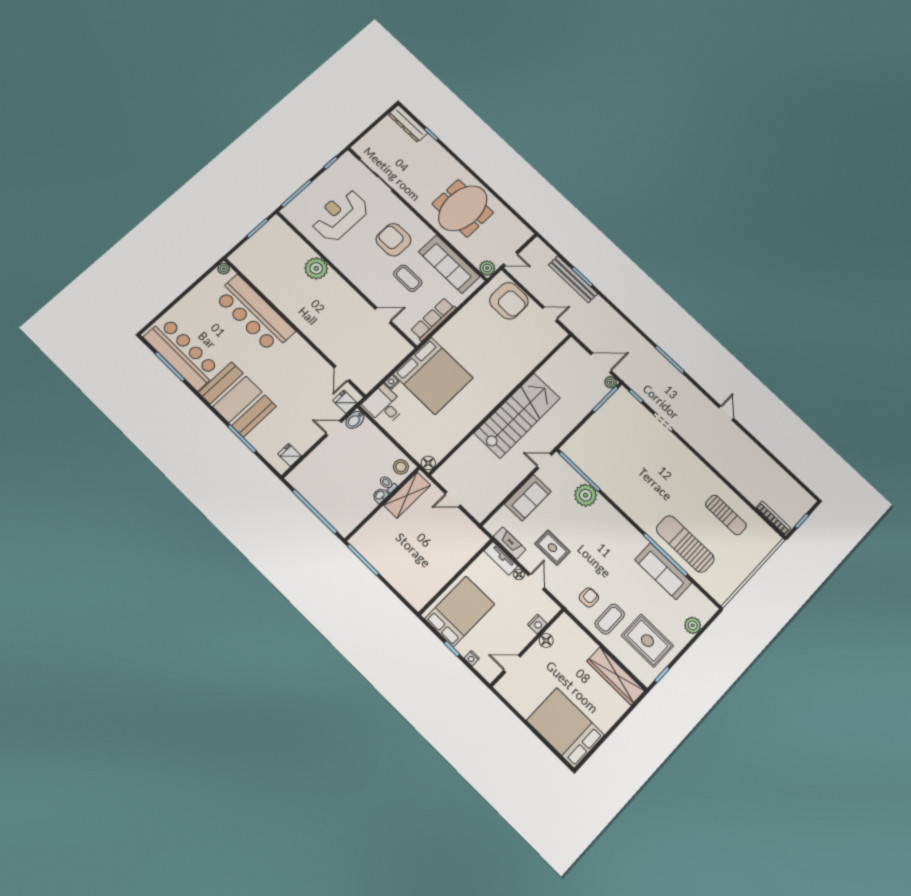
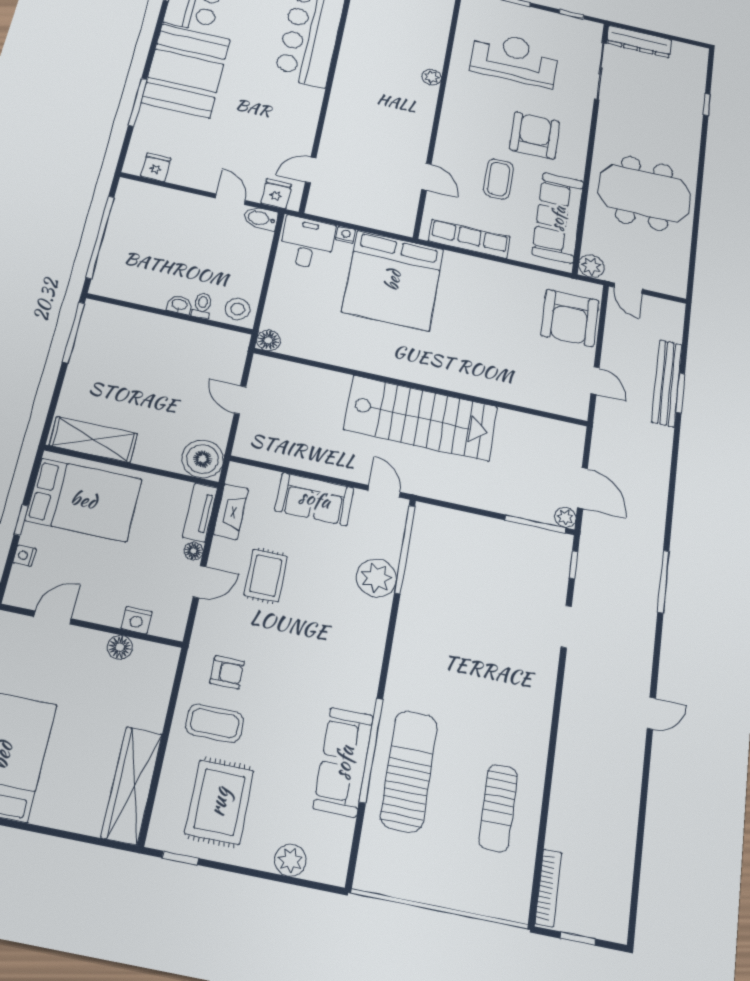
dresser: (408, 124) -> (639, 42), moved, turned -90
plant: (316, 268) -> (432, 77), width x0.53, depth x0.53
shelving: (407, 495) -> (93, 440), moved
boiler: (473, 539) -> (203, 459), added
door: (512, 664) -> (53, 618), hinge flipped

